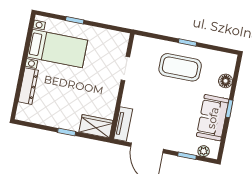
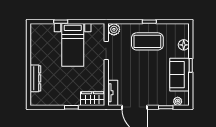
plant: (141, 43) -> (114, 29), added
bed with nightstands: (57, 49) -> (73, 45), moved, turned 90

